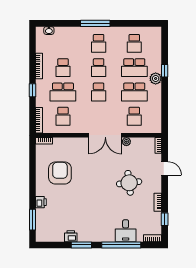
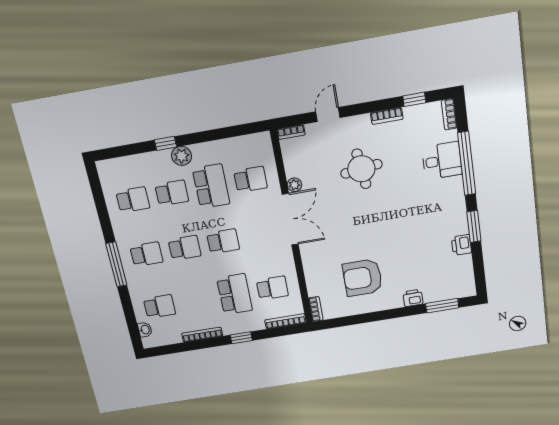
school desk: (63, 68) -> (159, 306), moved
school desk: (134, 68) -> (172, 193), width x0.54

